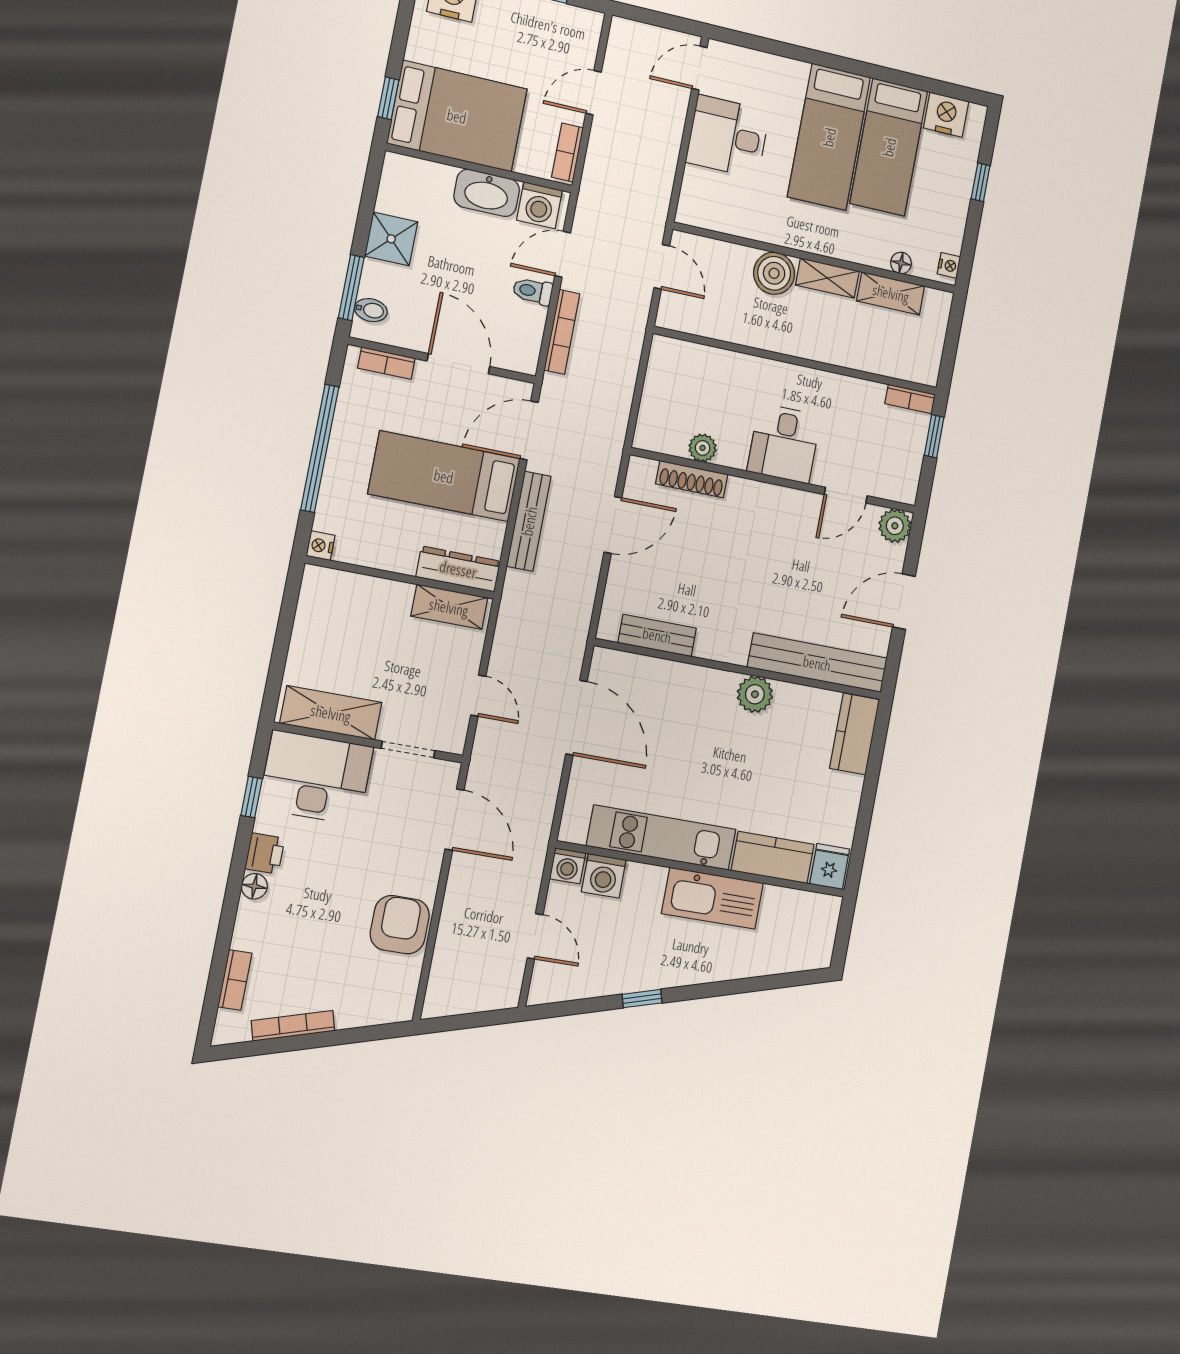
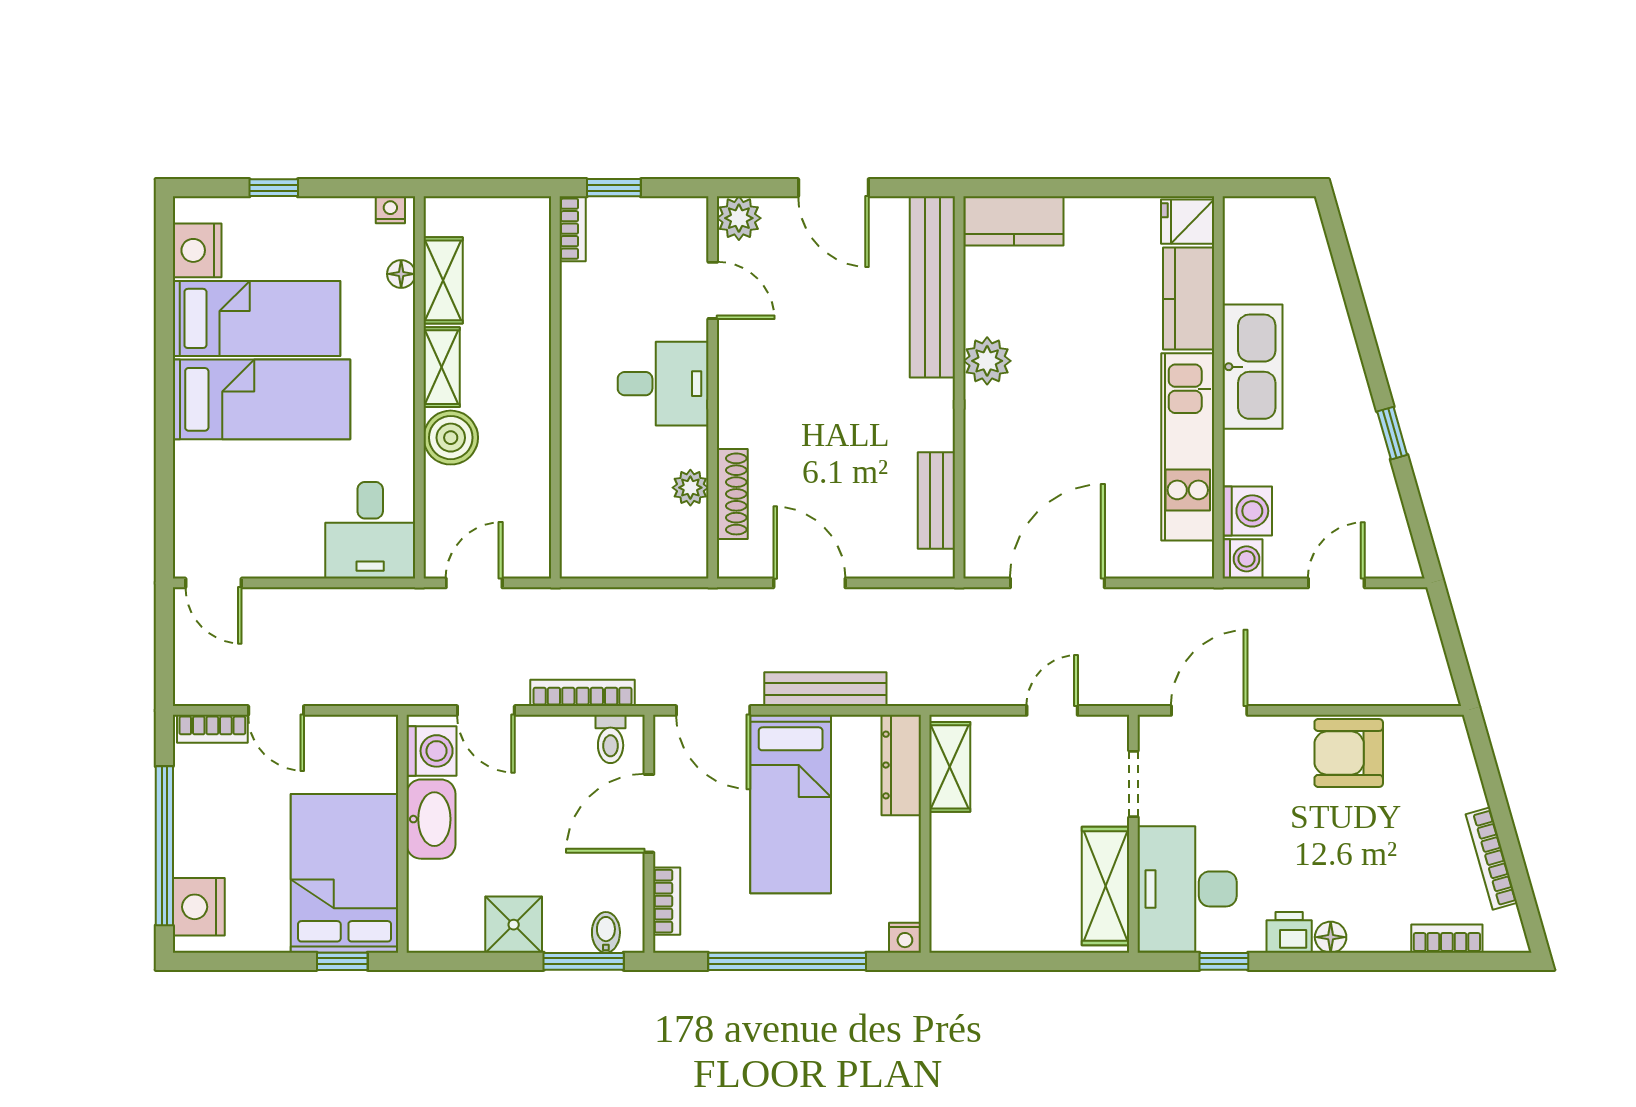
desk: (728, 137) -> (370, 530), moved
bookcase: (567, 153) -> (212, 729), moved
toilet: (533, 291) -> (611, 739), moved

